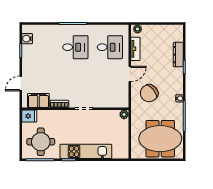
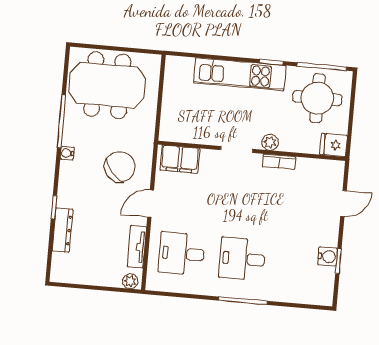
water cooler: (27, 39) -> (328, 256), moved
filing cabinet: (38, 100) -> (180, 159), moved
plant: (124, 114) -> (270, 142), moved

